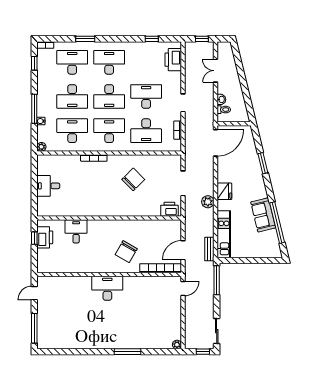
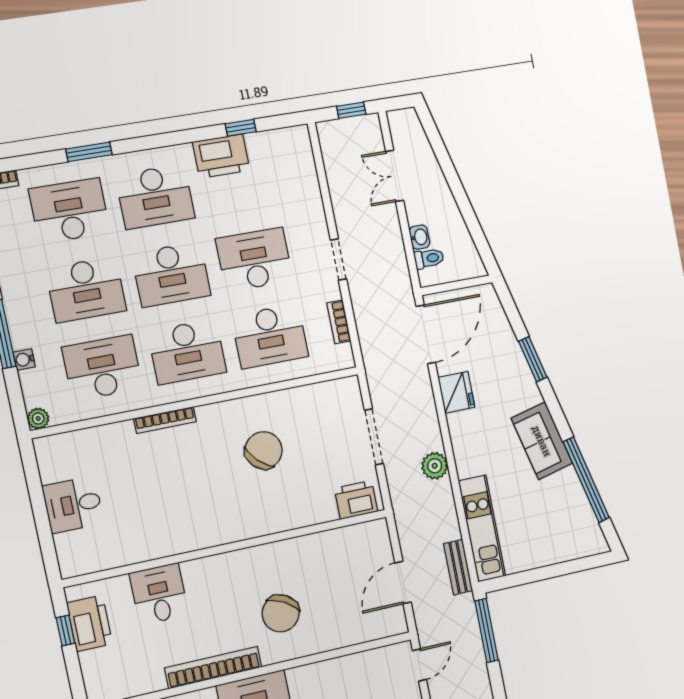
printer: (173, 60) -> (221, 156), moved, turned -90
desk: (109, 62) -> (155, 197), turned 180
desk: (109, 131) -> (187, 352), turned 180
fridge: (224, 191) -> (456, 392), moved
sofa: (263, 215) -> (542, 441), moved
bookcase: (161, 268) -> (213, 667), moved

